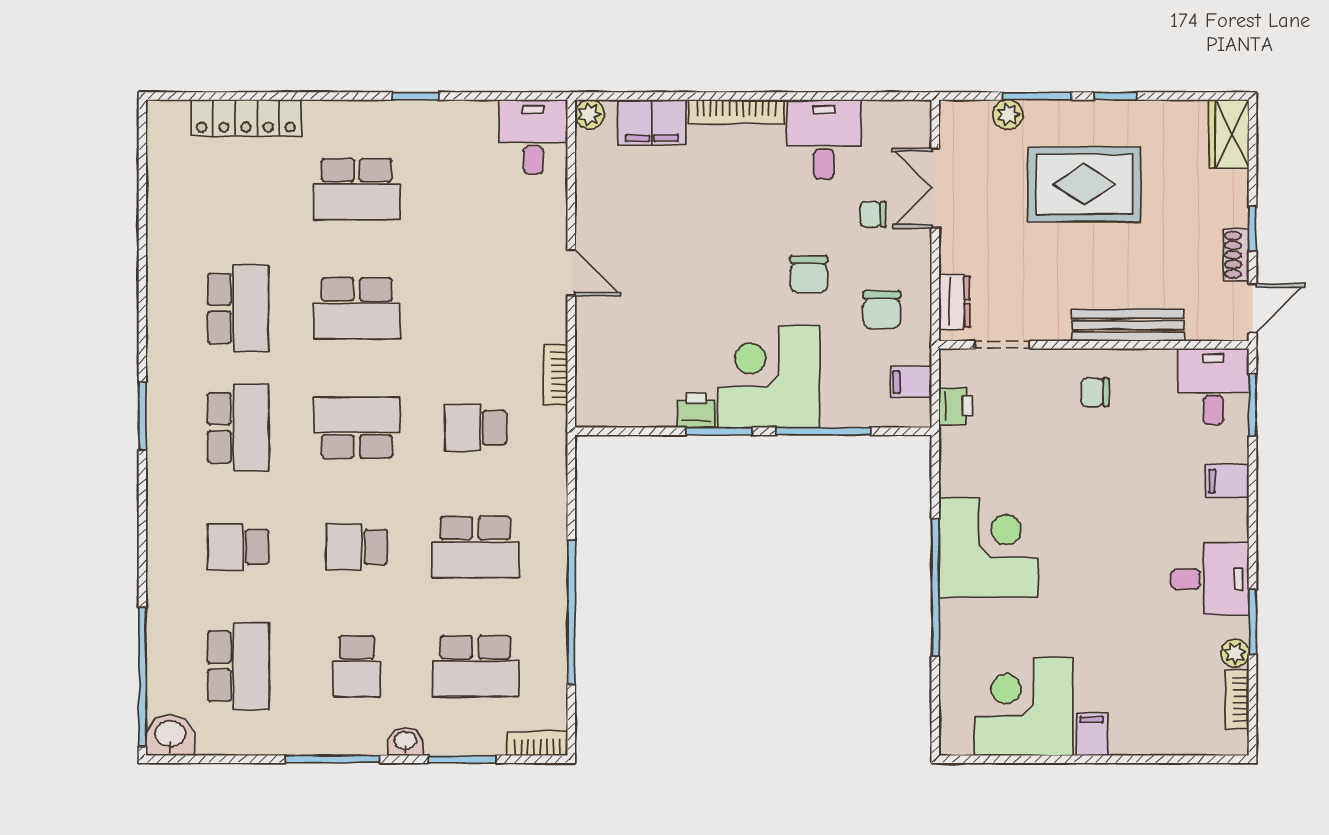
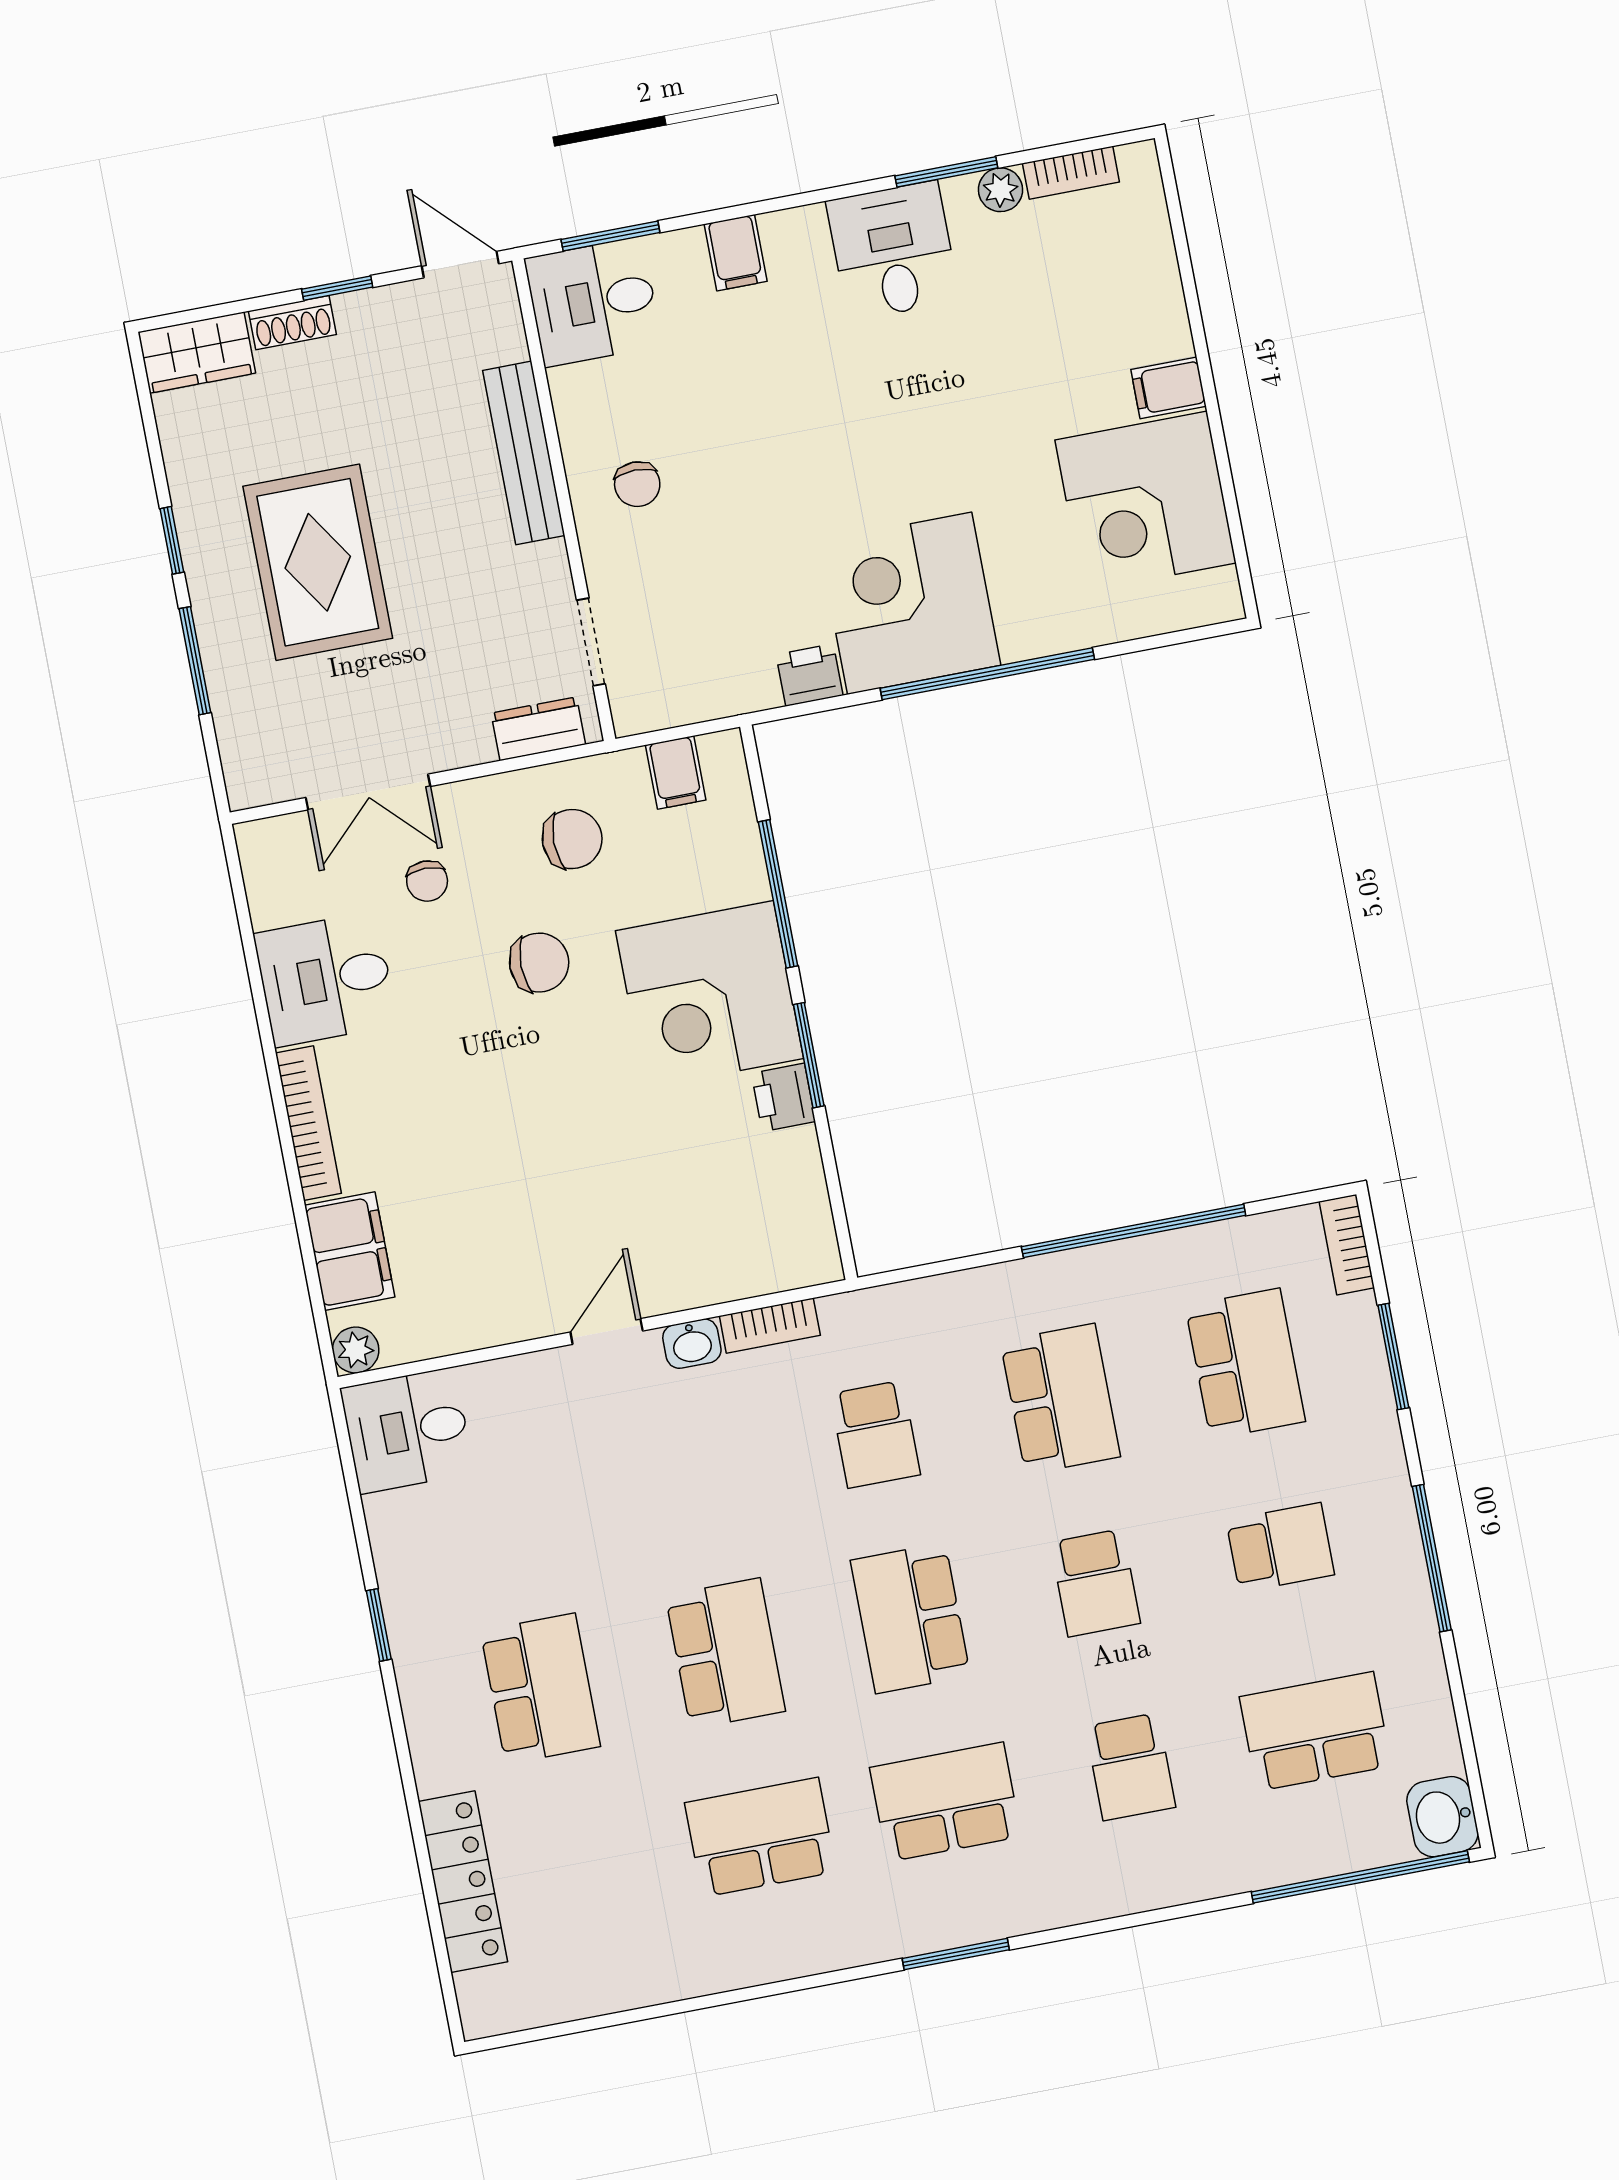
plant: (1008, 114) -> (232, 701), removed
shoe rack: (1236, 255) -> (292, 323), moved
printer: (956, 406) -> (809, 675), moved
washbasin: (405, 741) -> (692, 1344), moved, turned -90

